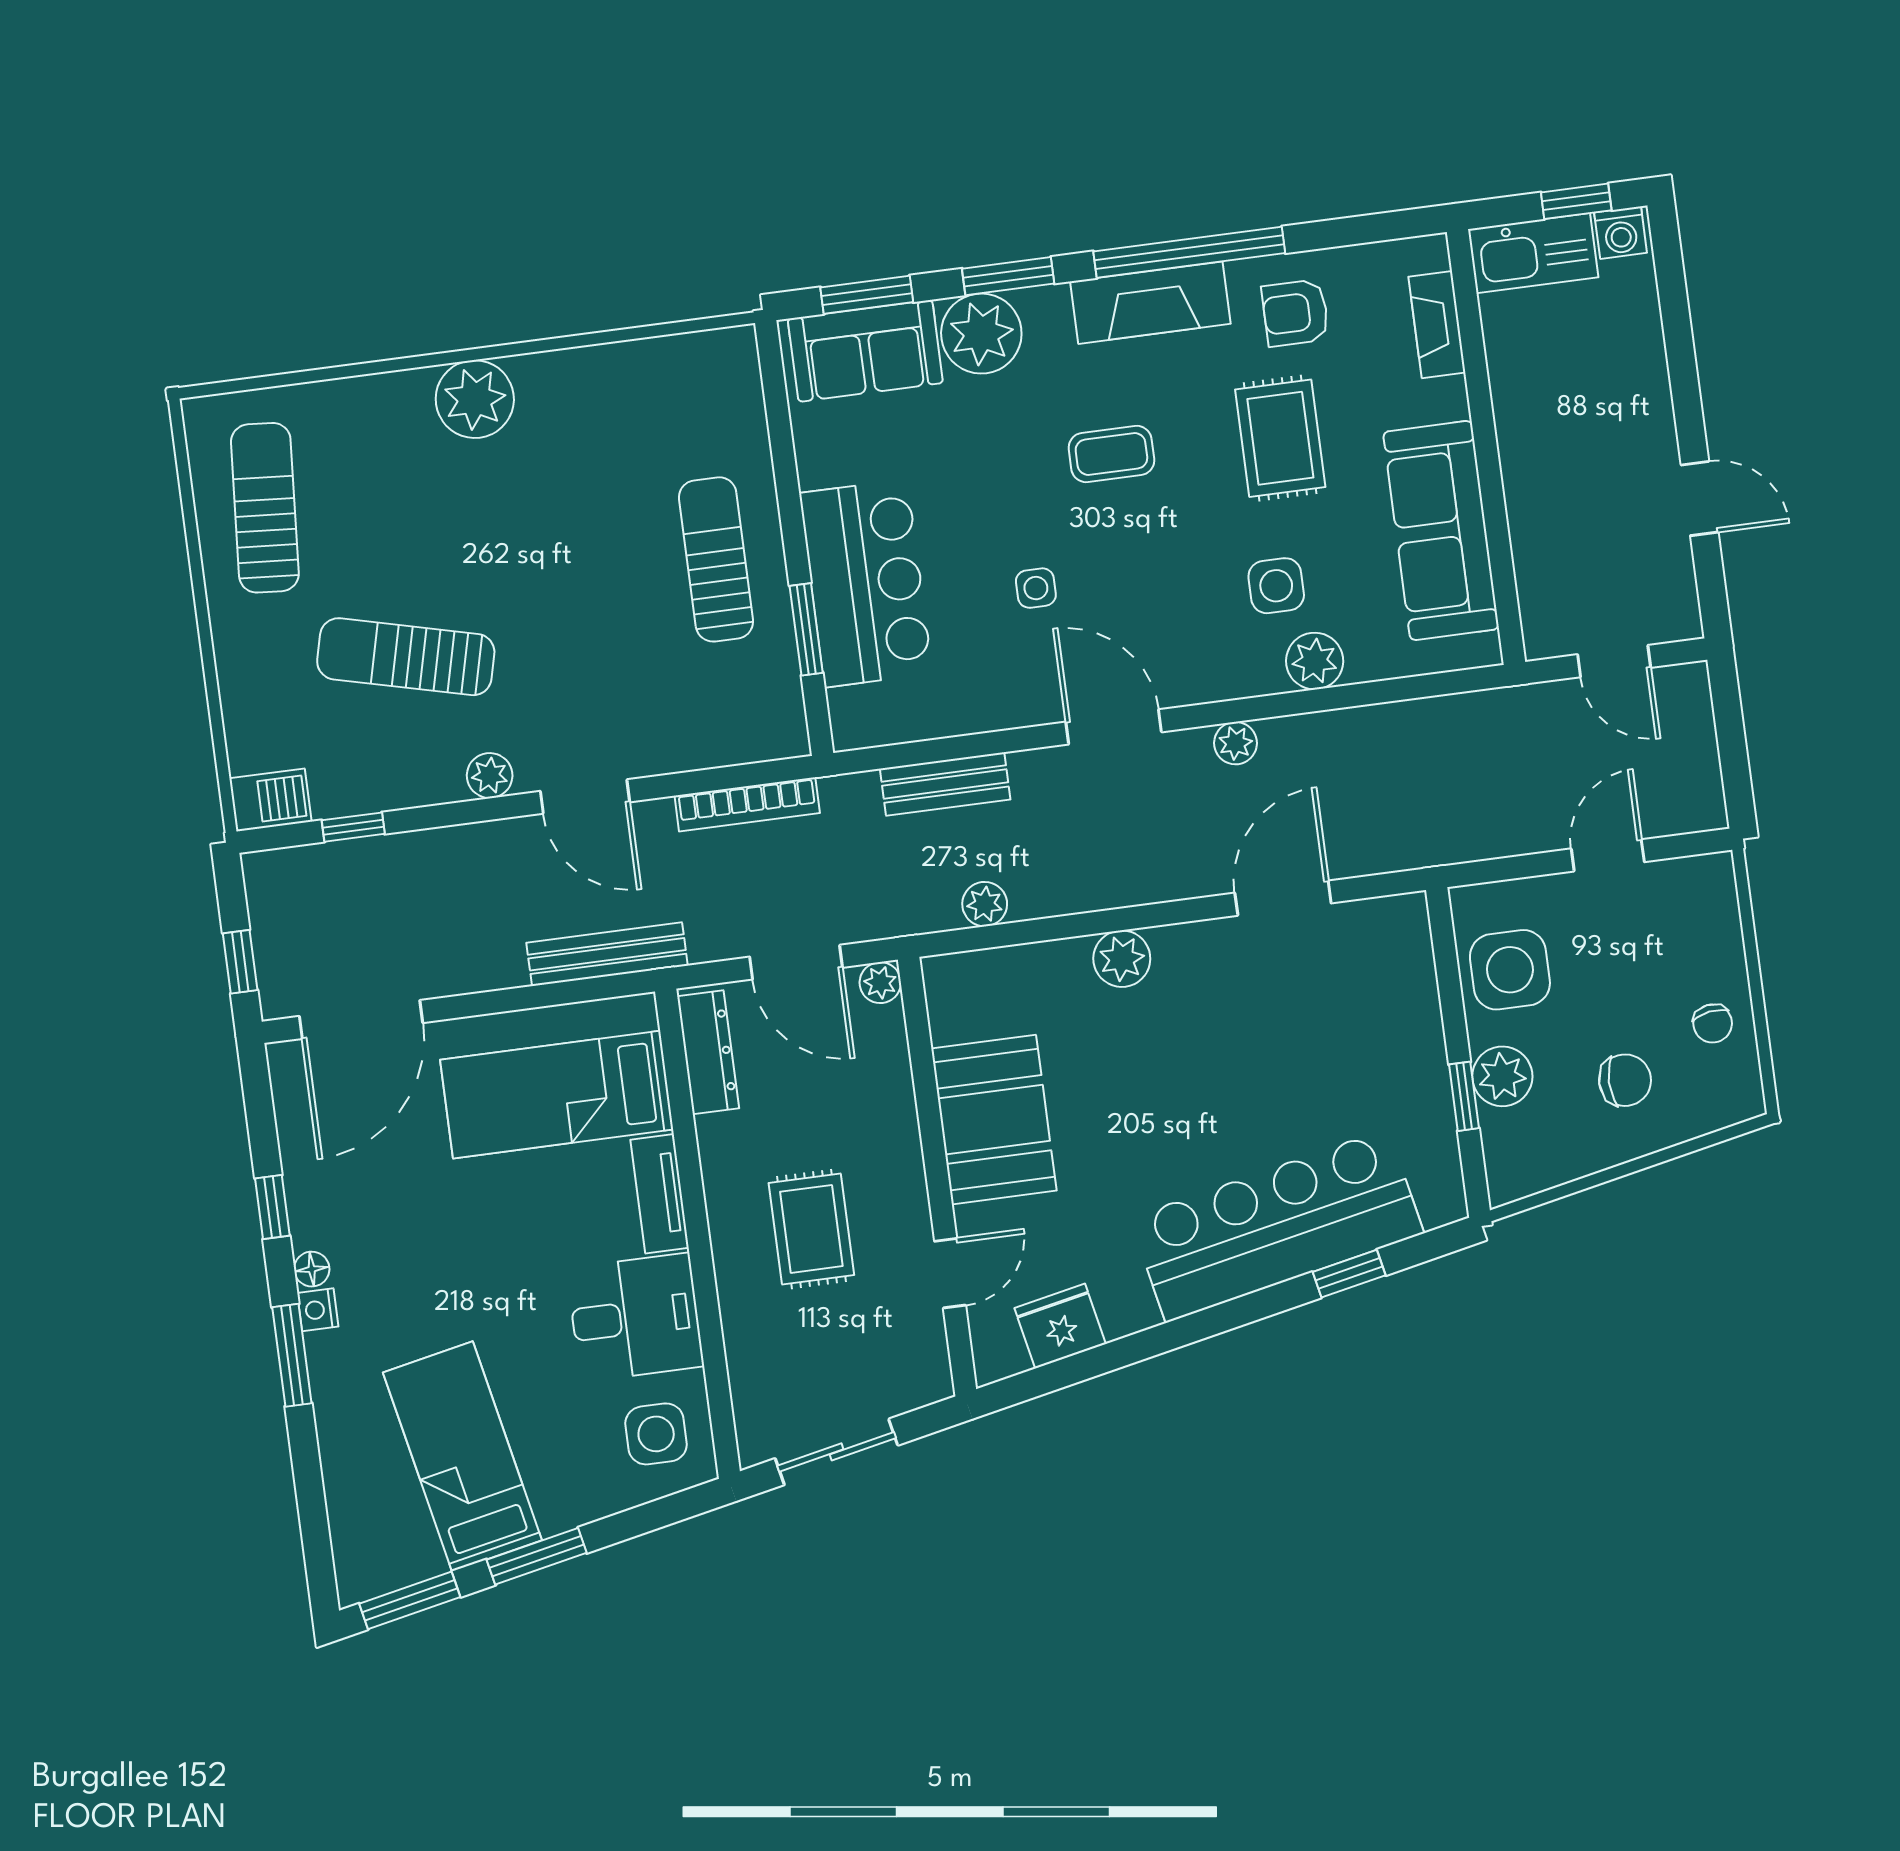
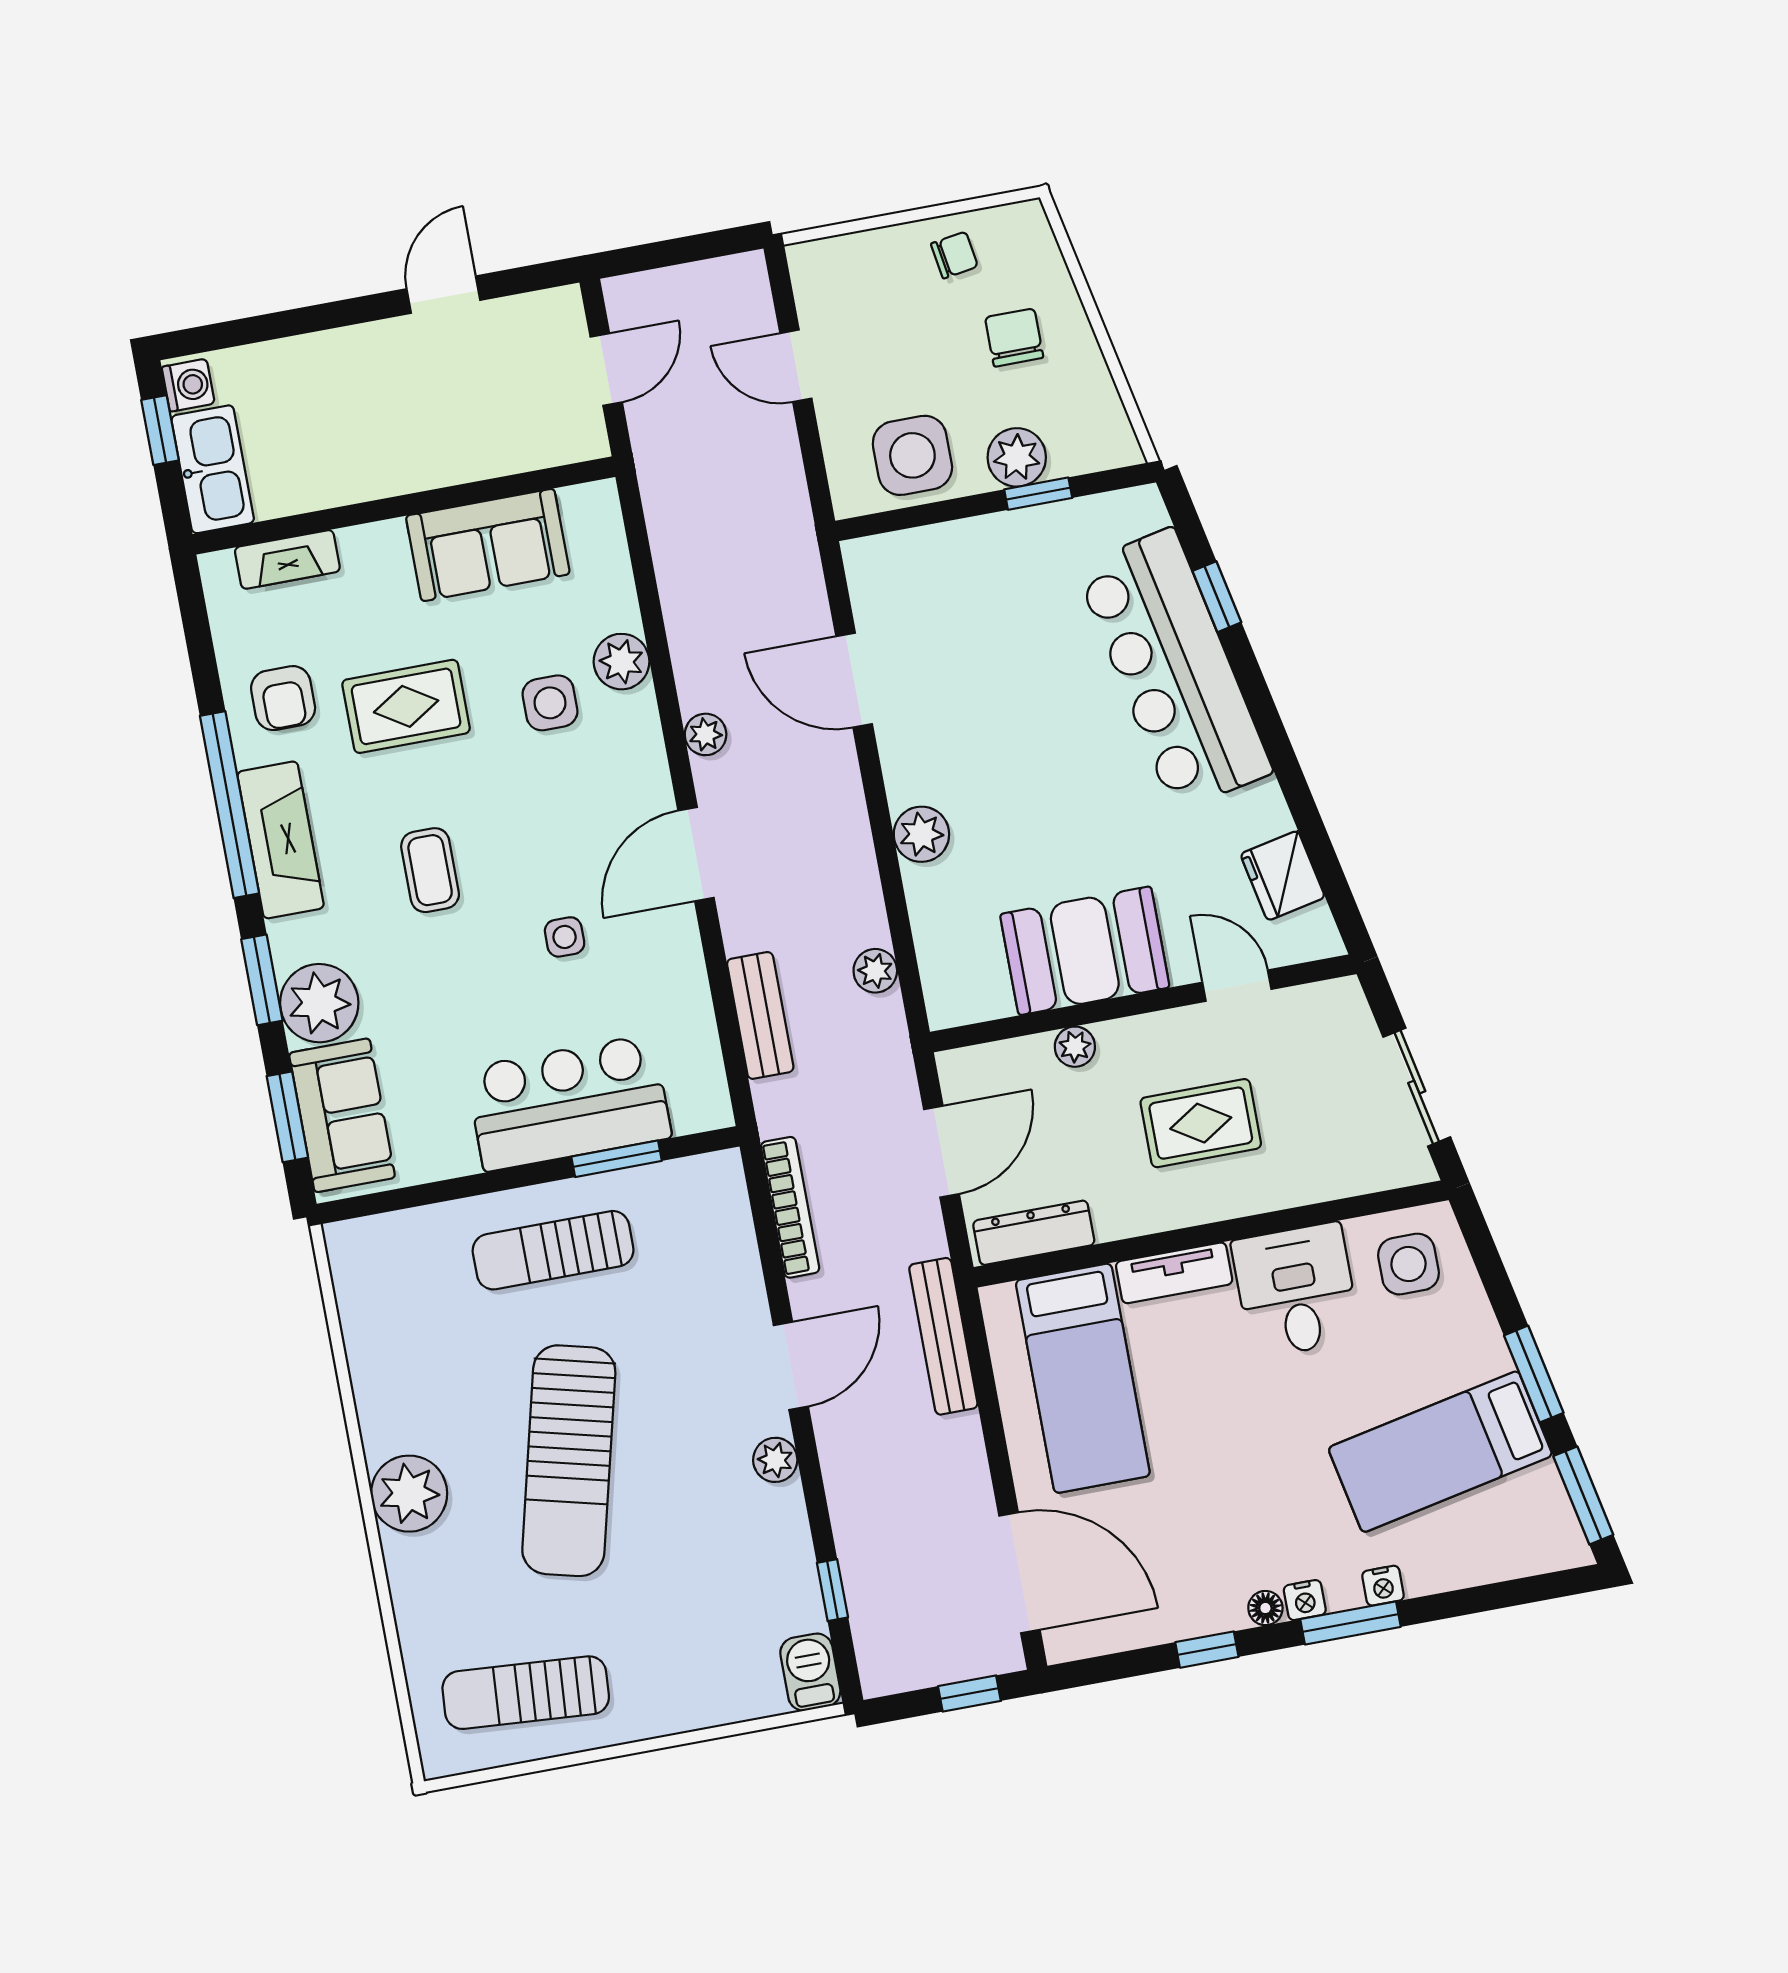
sofa: (1441, 531) -> (488, 545), width x0.73
sun lounger: (406, 657) -> (569, 1461), moved, width x1.36, depth x1.34
plant: (880, 983) -> (1075, 1047), moved
nightstand: (328, 1391) -> (1383, 1586), added

